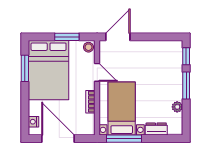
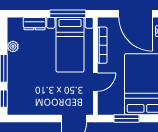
stool: (88, 47) -> (104, 108), removed
door: (97, 72) -> (95, 82), swing flipped
bookcase: (90, 102) -> (102, 45), width x1.56

